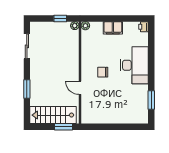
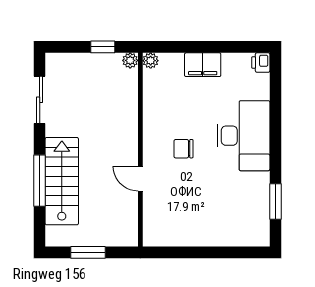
window: (27, 89) -> (40, 181), width x1.44
stairs: (53, 115) -> (62, 181), moved, turned 90
window: (64, 127) -> (88, 252), moved

